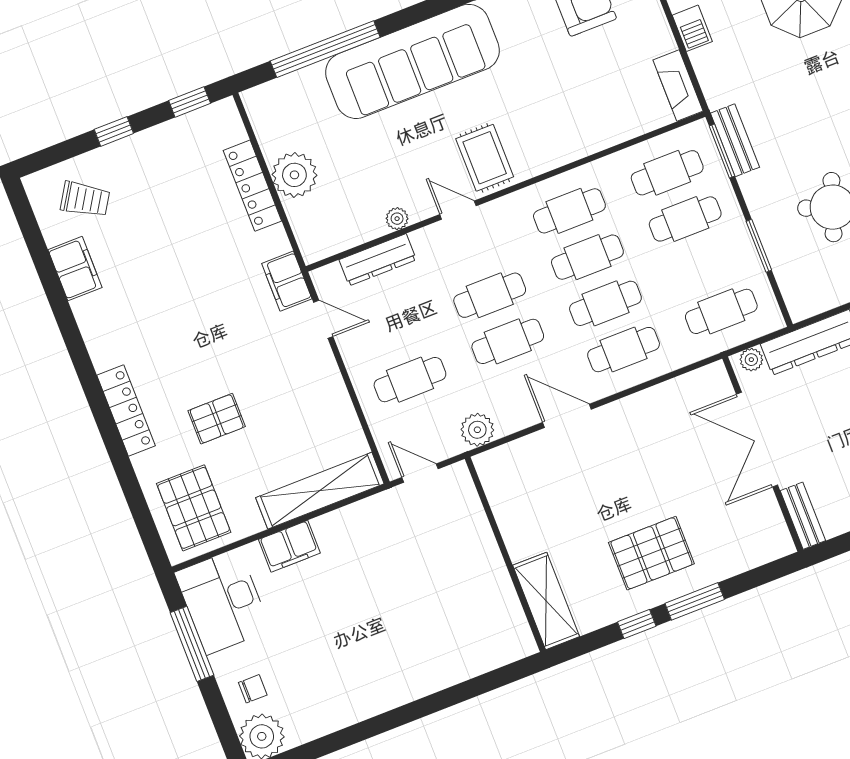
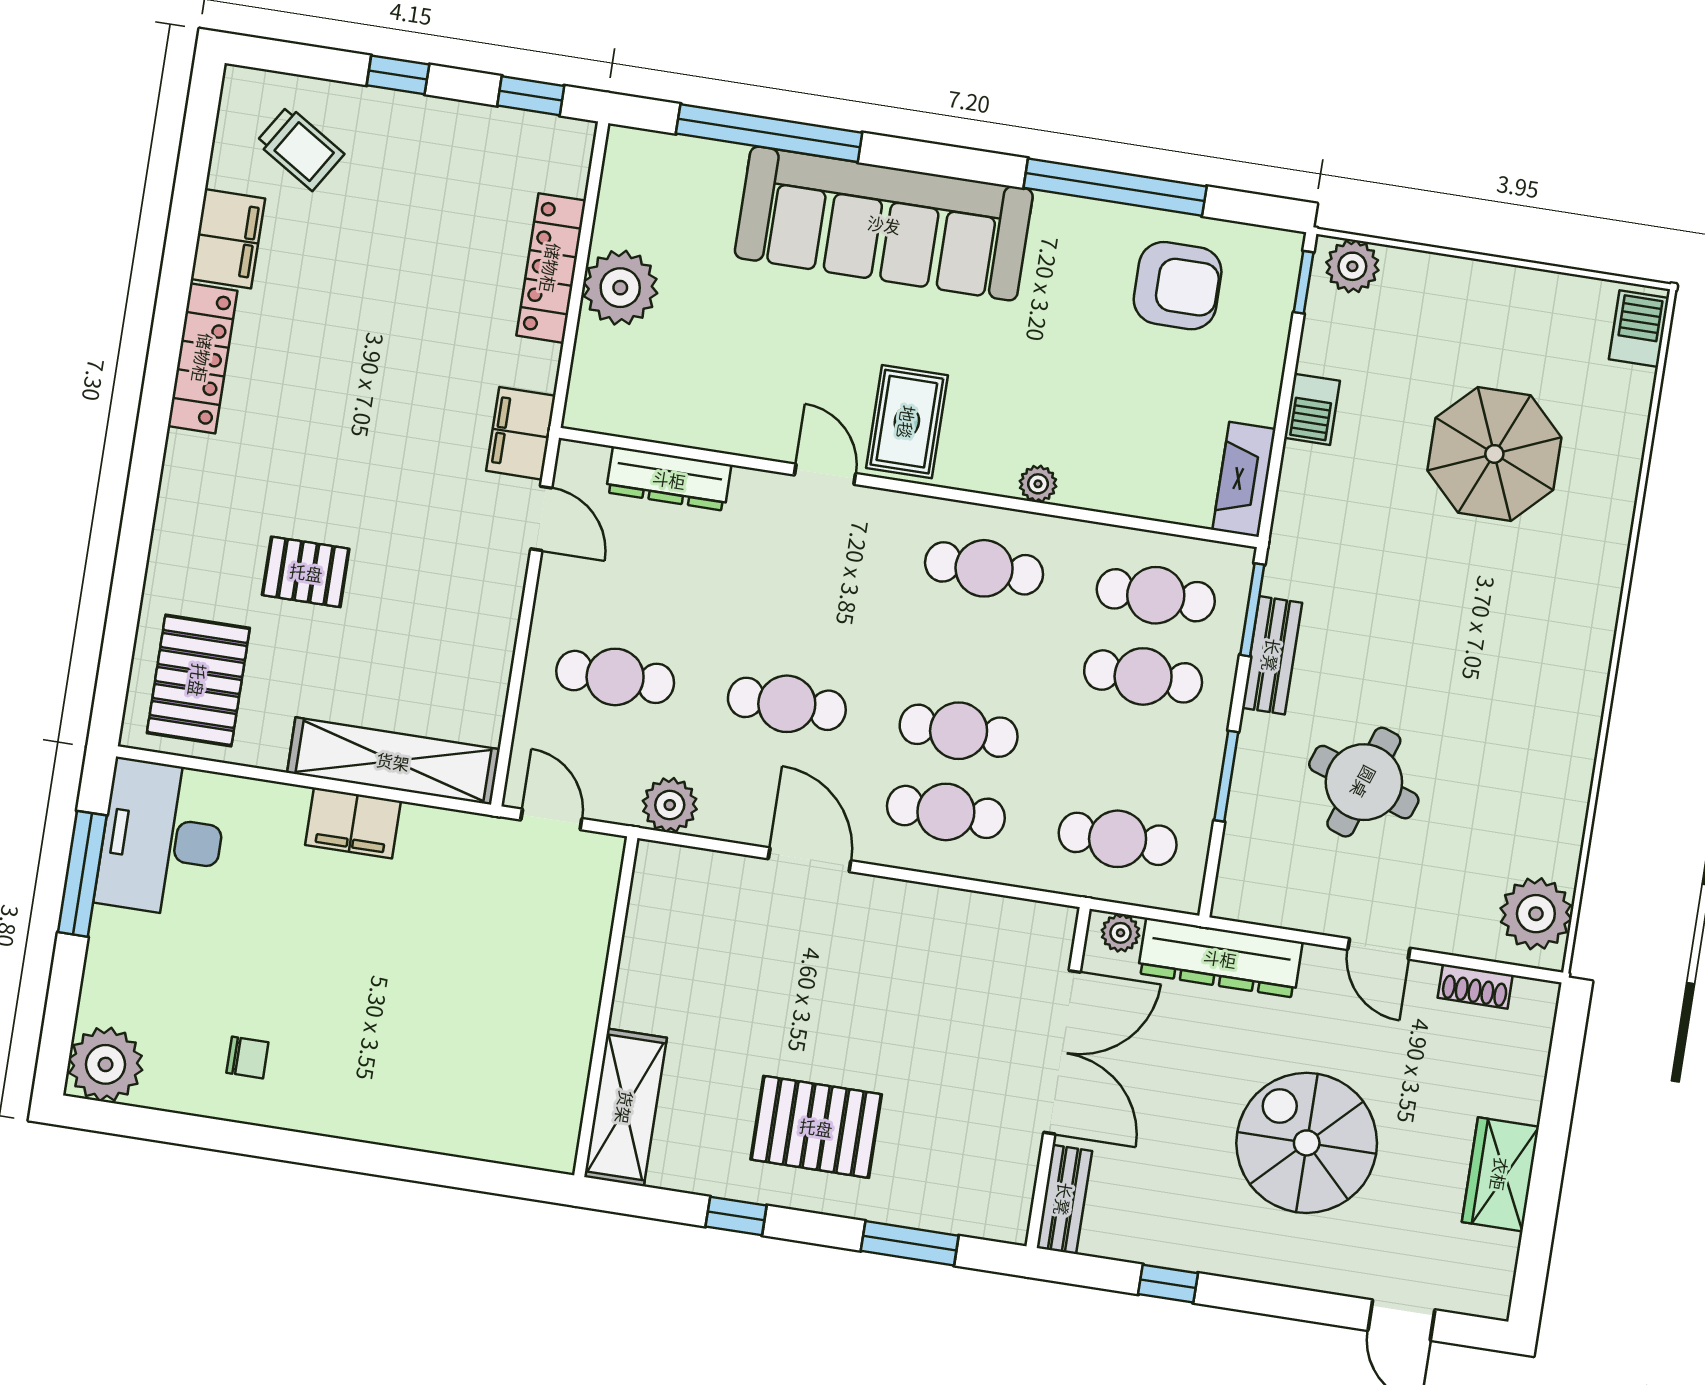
bench: (735, 140) -> (1272, 655), moved
plant: (397, 219) -> (1038, 484), moved
cafe table: (587, 257) -> (971, 650), removed
cafe table: (490, 295) -> (800, 623), removed
locker: (126, 411) -> (203, 358), moved
double door: (757, 440) -> (1062, 1052), swing flipped
filing cabinet: (289, 546) -> (353, 823), moved
window: (695, 601) -> (910, 1243), moved
chair: (253, 689) -> (247, 1058), moved

